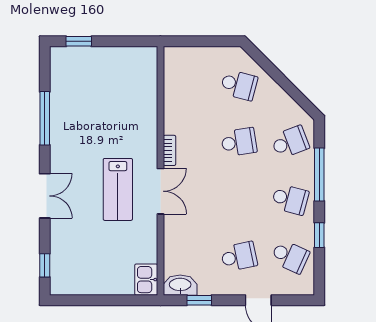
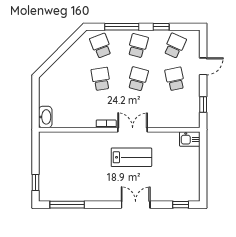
school desk: (239, 85) -> (138, 79), moved
window: (45, 118) -> (67, 205), moved
washbasin: (180, 285) -> (45, 117), moved, turned 180

